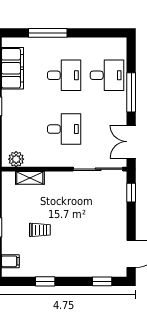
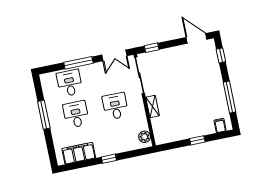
window: (48, 33) -> (44, 115), moved
shelving: (30, 178) -> (153, 106), moved
trolley: (40, 230) -> (193, 109), removed
window: (45, 281) -> (229, 97), width x2.17

